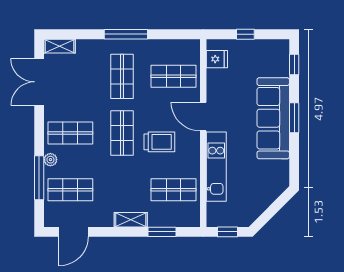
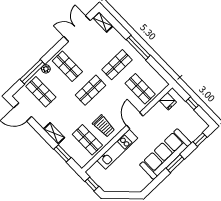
trolley: (159, 142) -> (104, 126), moved

